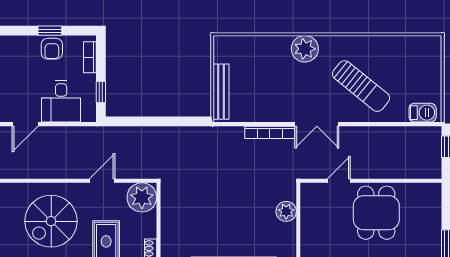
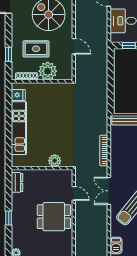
double door: (317, 124) -> (109, 191), moved
plant: (142, 197) -> (48, 71), moved

